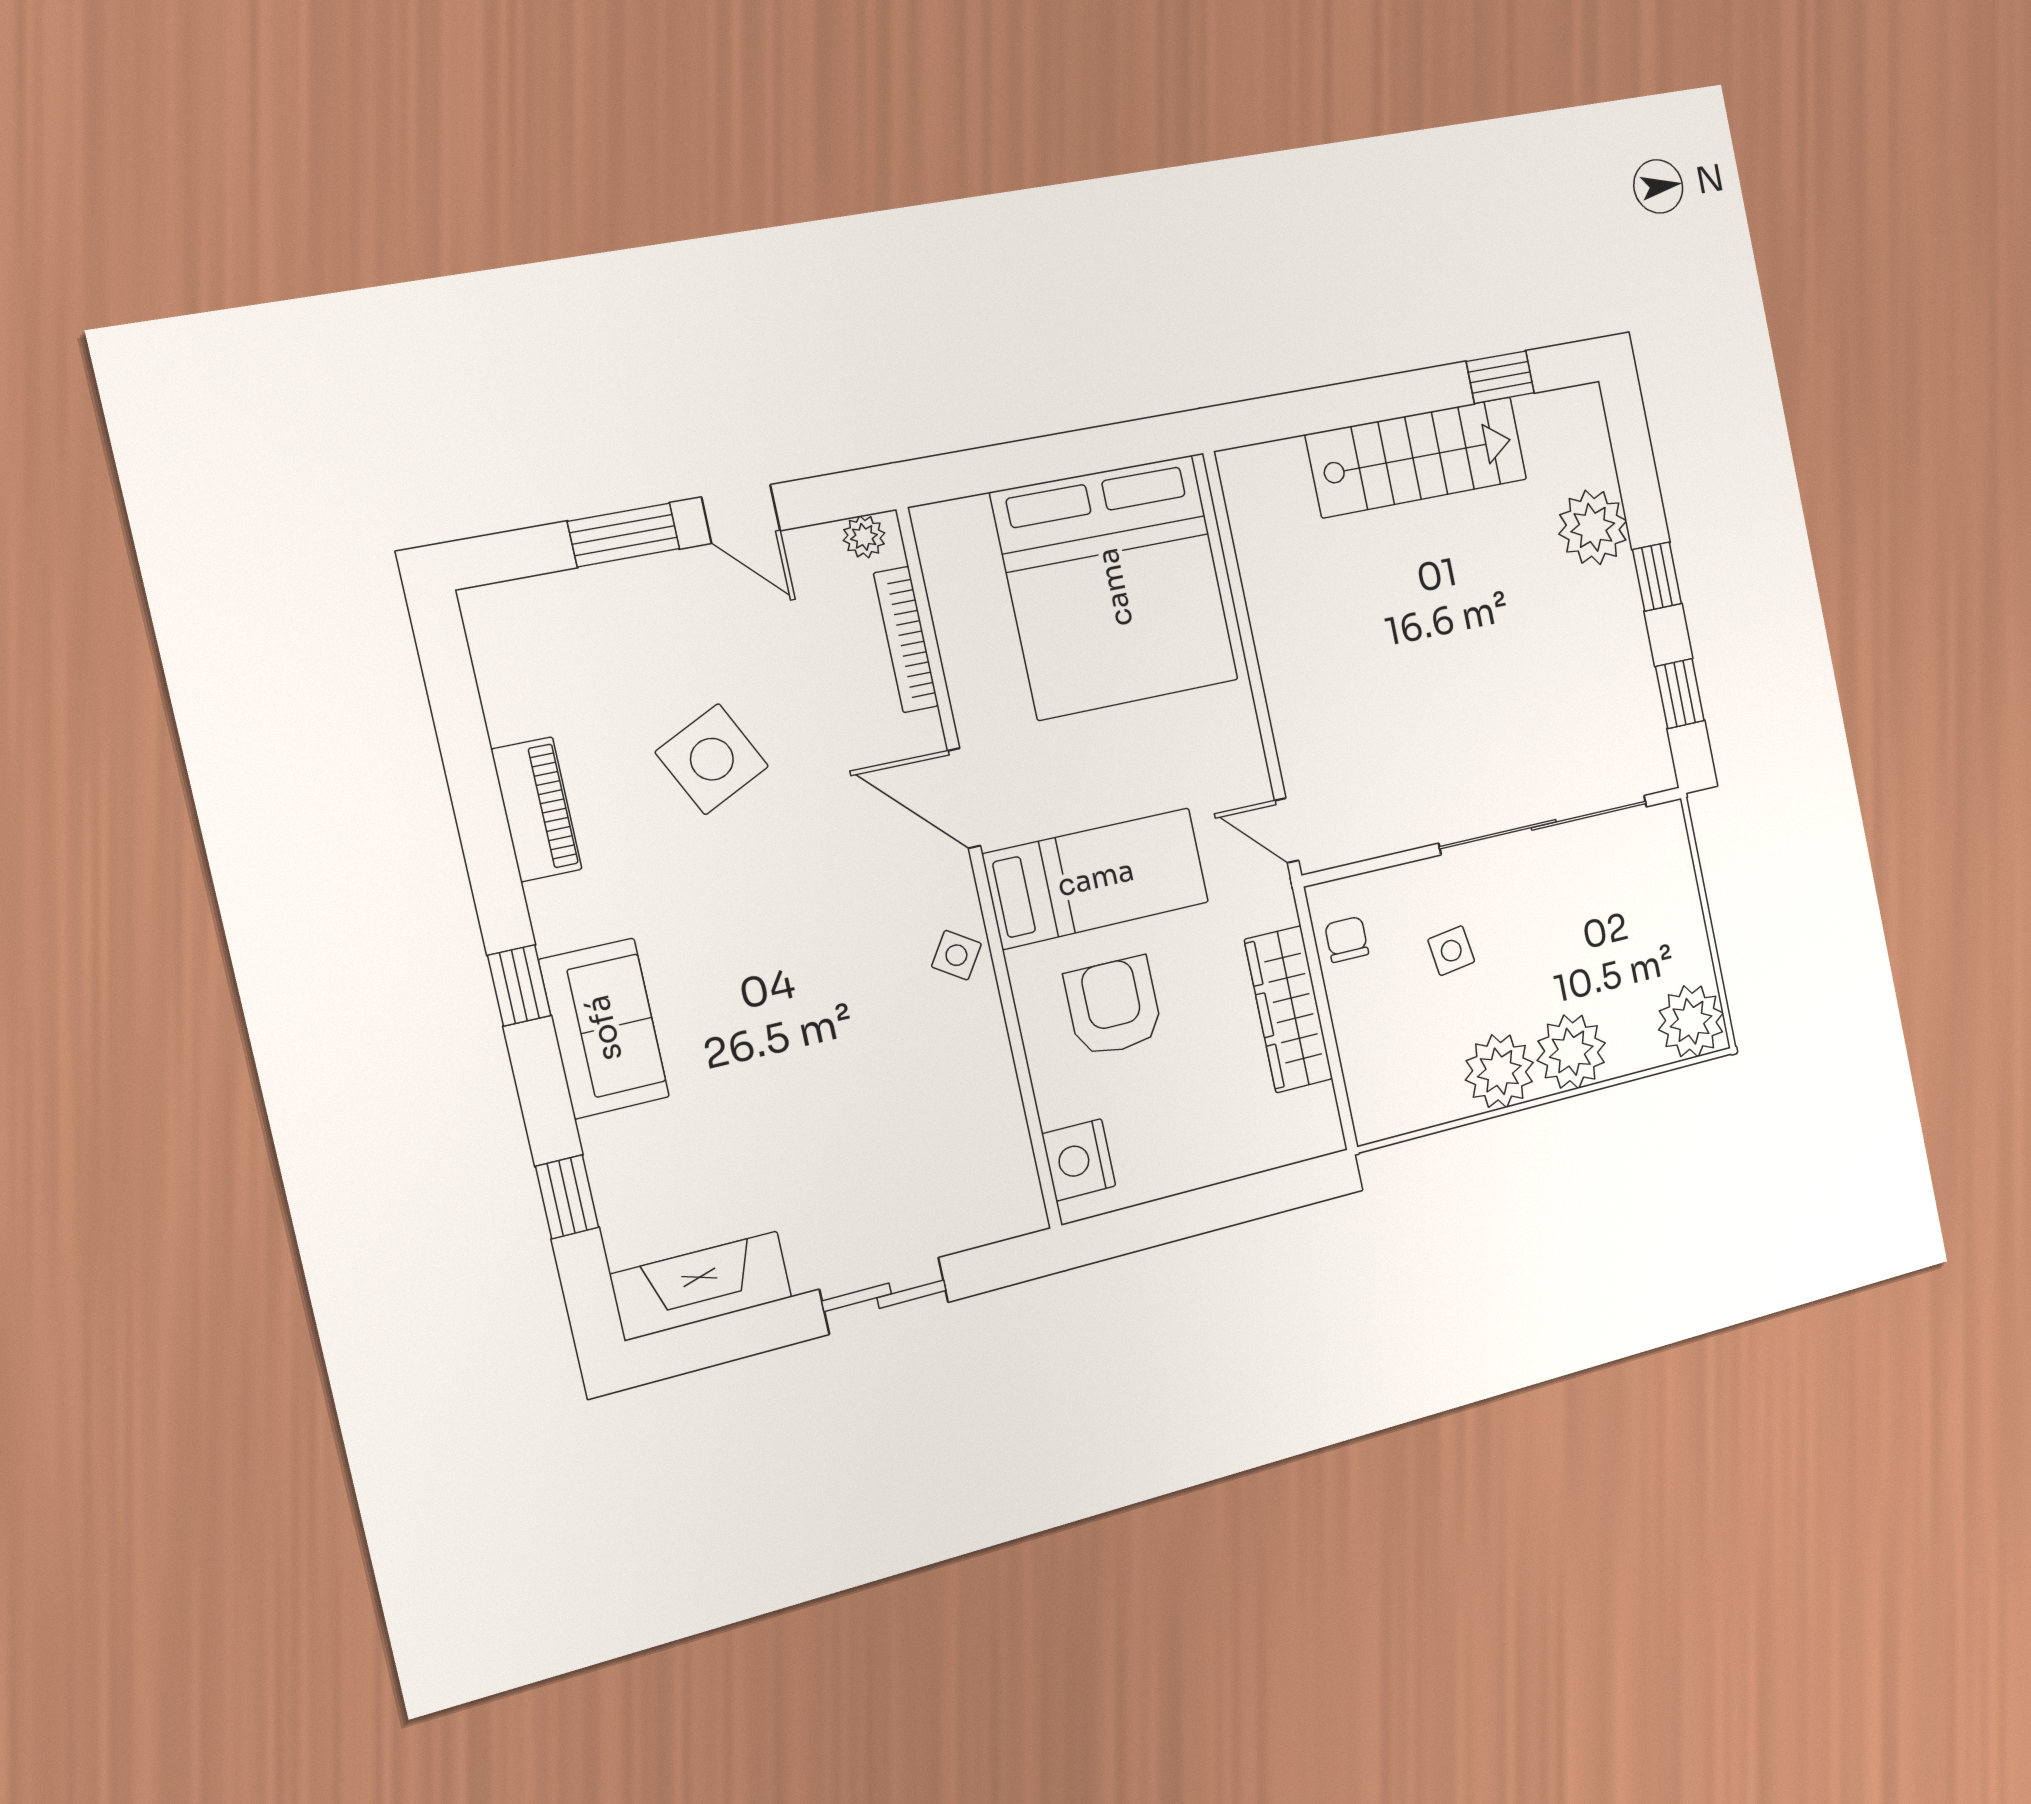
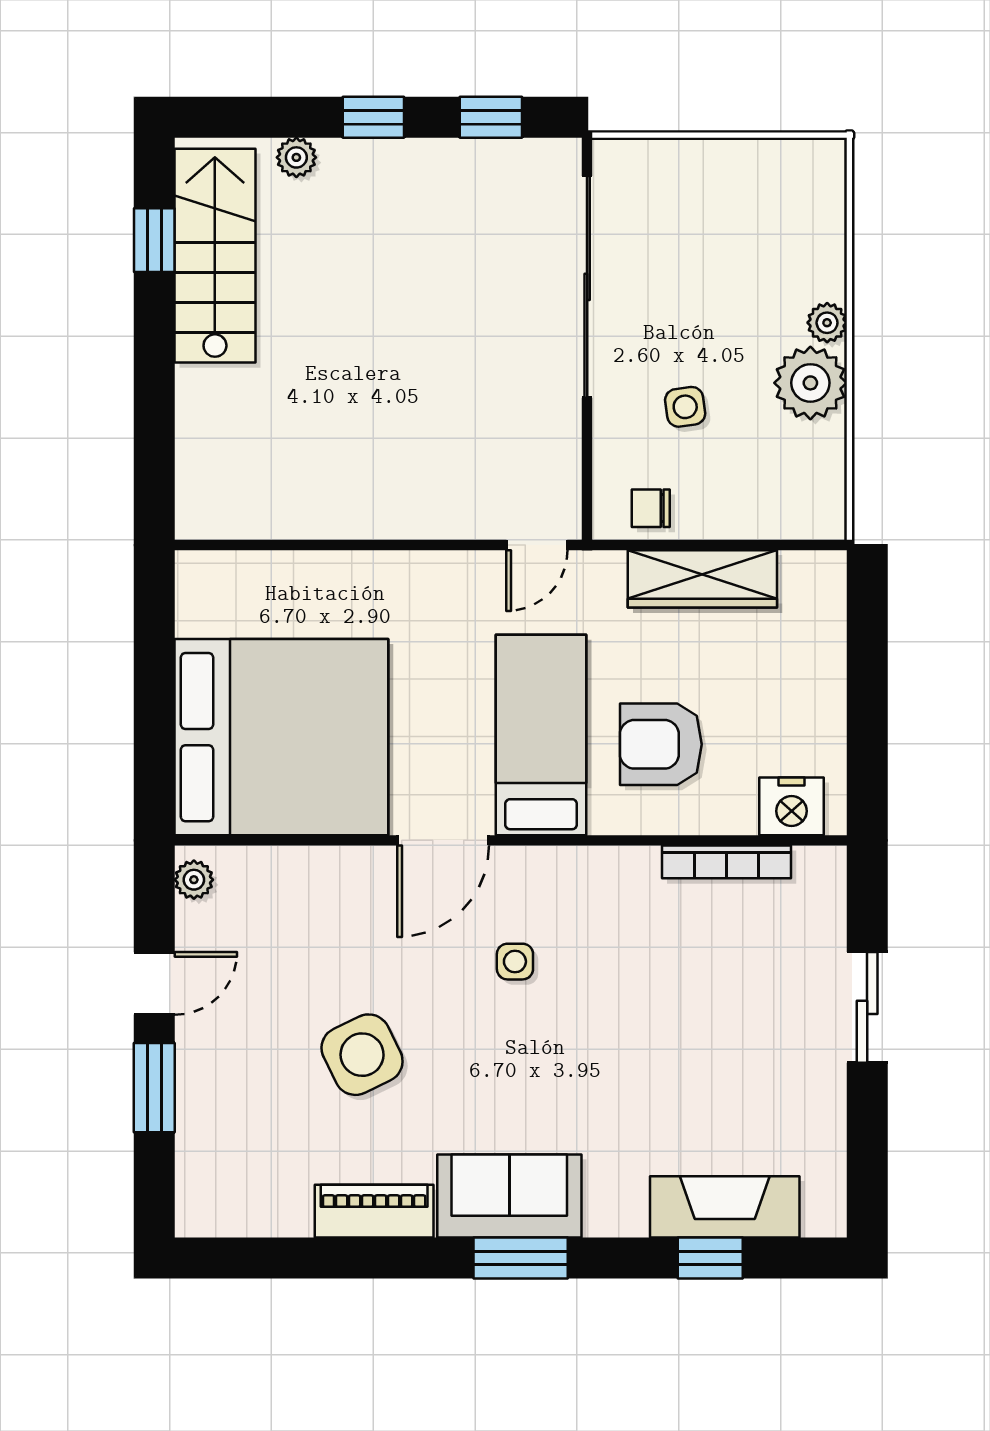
stairs: (1417, 457) -> (215, 256), moved
plant: (1593, 527) -> (296, 157), width x0.53, depth x0.53
bed: (1115, 587) -> (281, 737), moved
bookcase: (906, 640) -> (726, 862), moved
side table: (956, 955) -> (515, 962), moved, turned -33
window: (519, 986) -> (521, 1258), width x1.50
plant: (1691, 1021) -> (810, 174), removed
sofa: (604, 1028) -> (509, 1196), moved
plant: (1571, 1052) -> (827, 323), width x0.53, depth x0.53
fireplace: (701, 1286) -> (725, 1207), moved, turned 90

